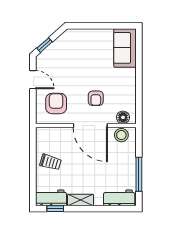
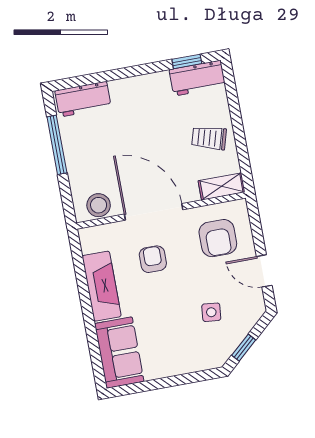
window: (44, 45) -> (244, 348), moved
side table: (68, 61) -> (211, 312), added
fireplace: (128, 88) -> (102, 286), added
floor lamp: (123, 117) -> (101, 235), removed
shelving: (80, 200) -> (222, 186), moved

